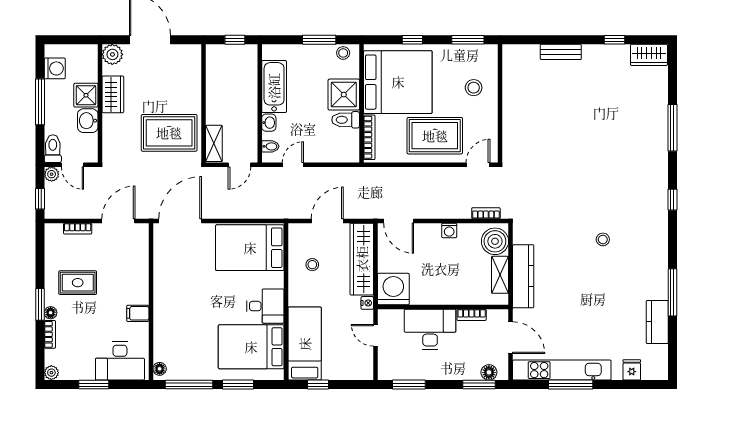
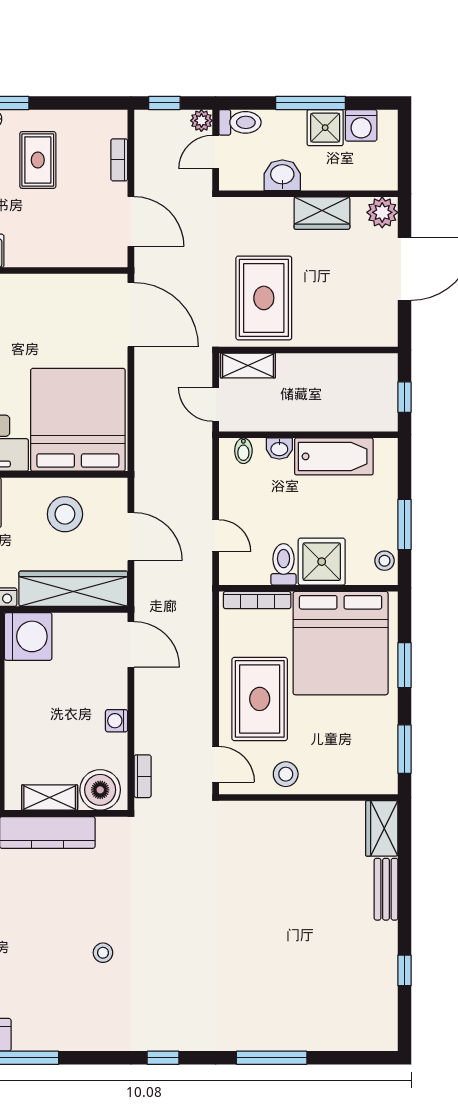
window: (412, 40) -> (404, 665), width x1.50
wardrobe: (649, 55) -> (382, 828), moved
stool: (474, 88) -> (286, 774), moved
shower: (86, 95) -> (325, 128), moved
door: (293, 165) -> (216, 536), moved
door: (399, 221) -> (131, 644), swing flipped
bed: (250, 248) -> (78, 420), width x1.36
stool: (312, 265) -> (65, 514), width x1.89, depth x1.89

